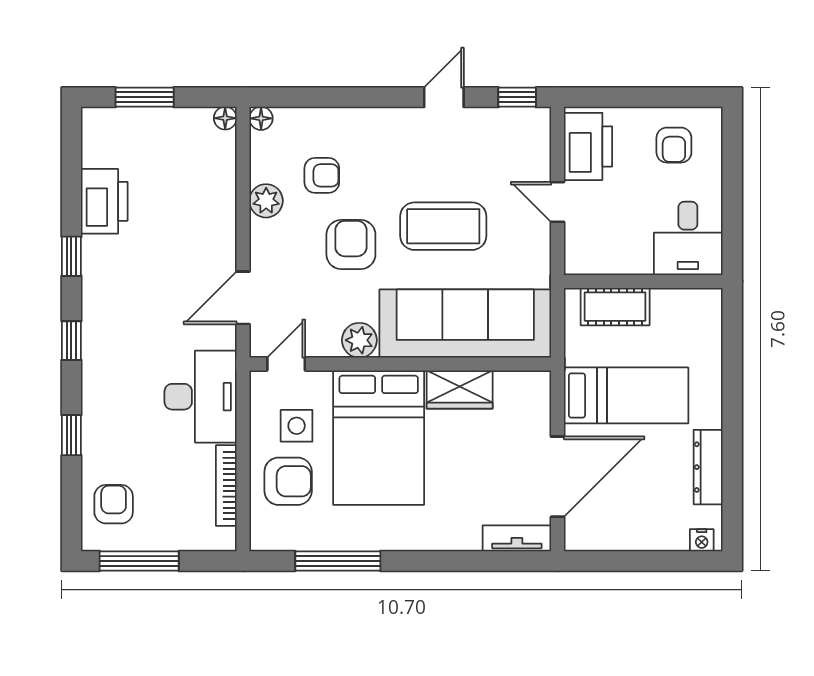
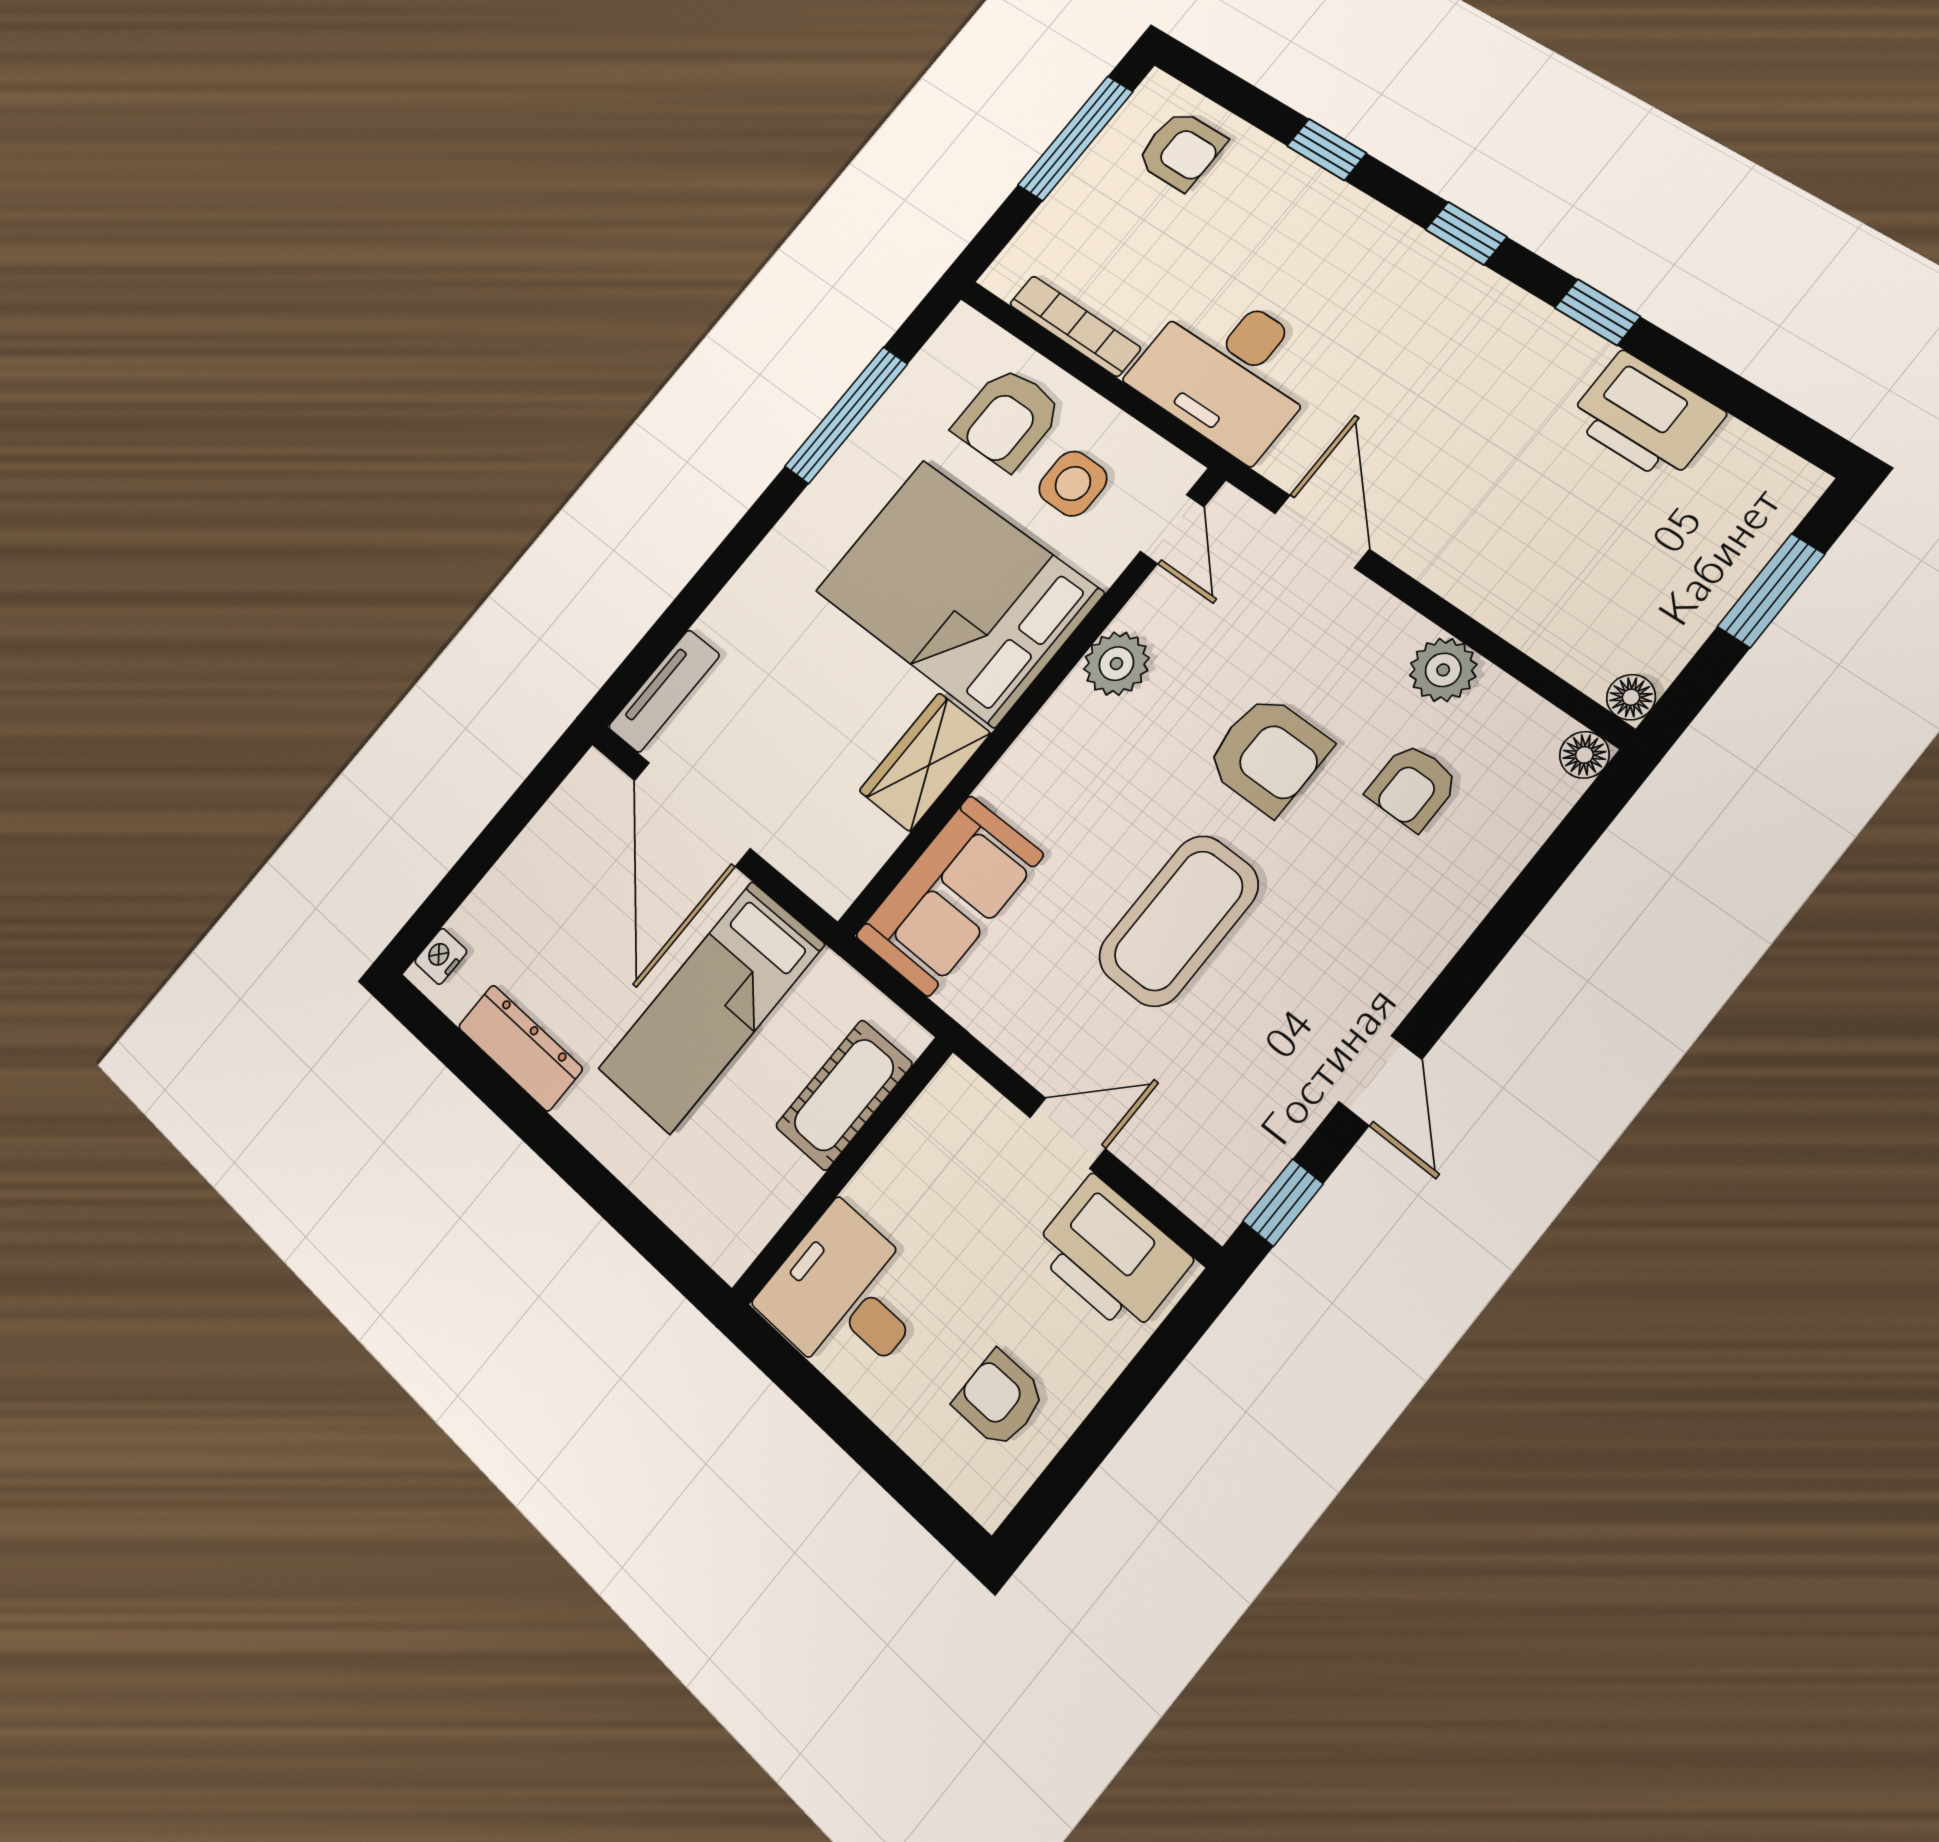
sofa: (465, 324) -> (949, 895), width x0.54, depth x0.79

